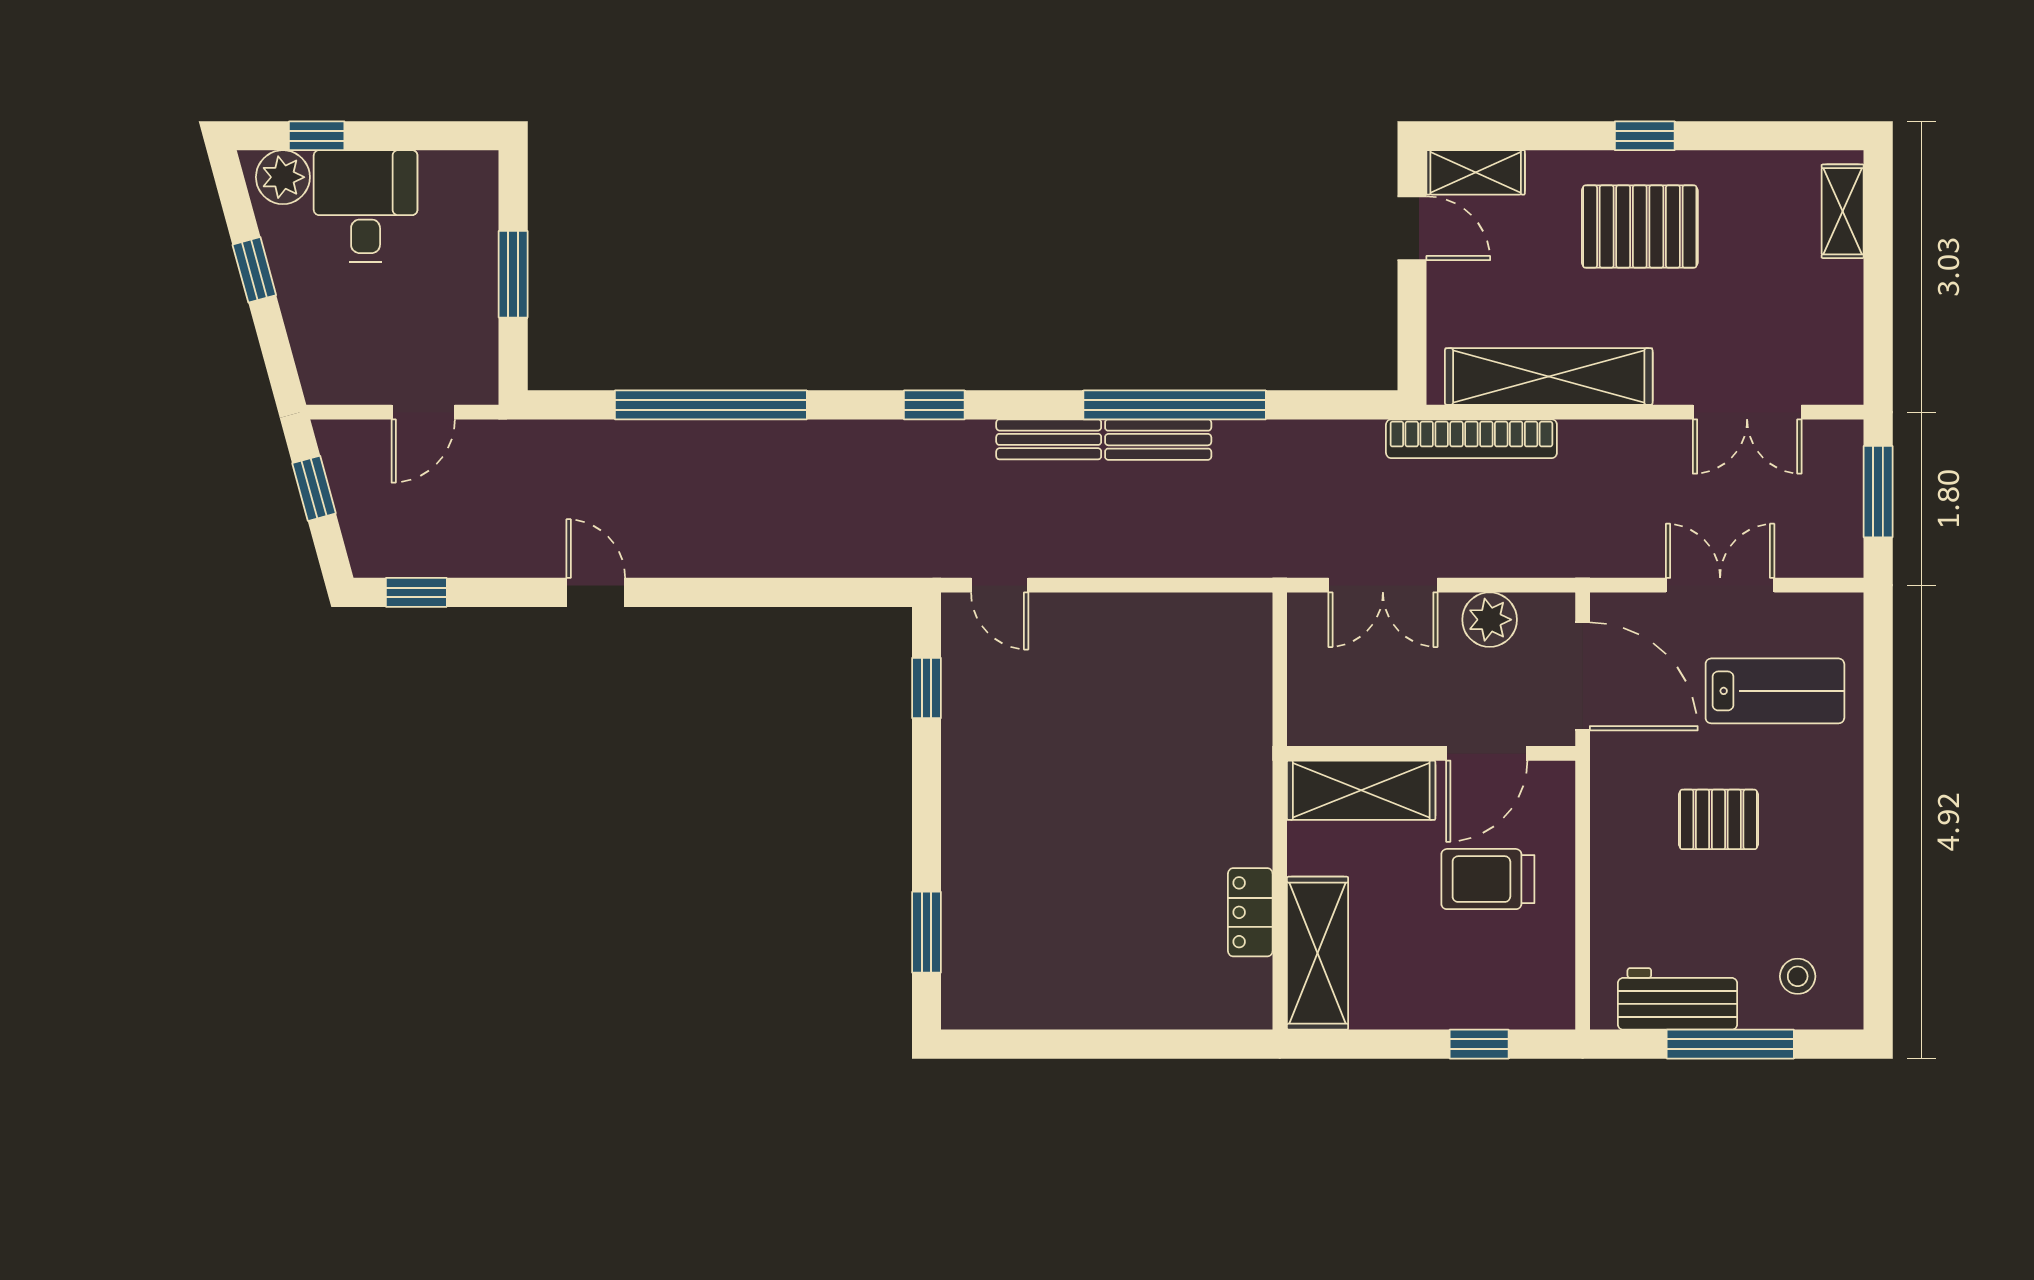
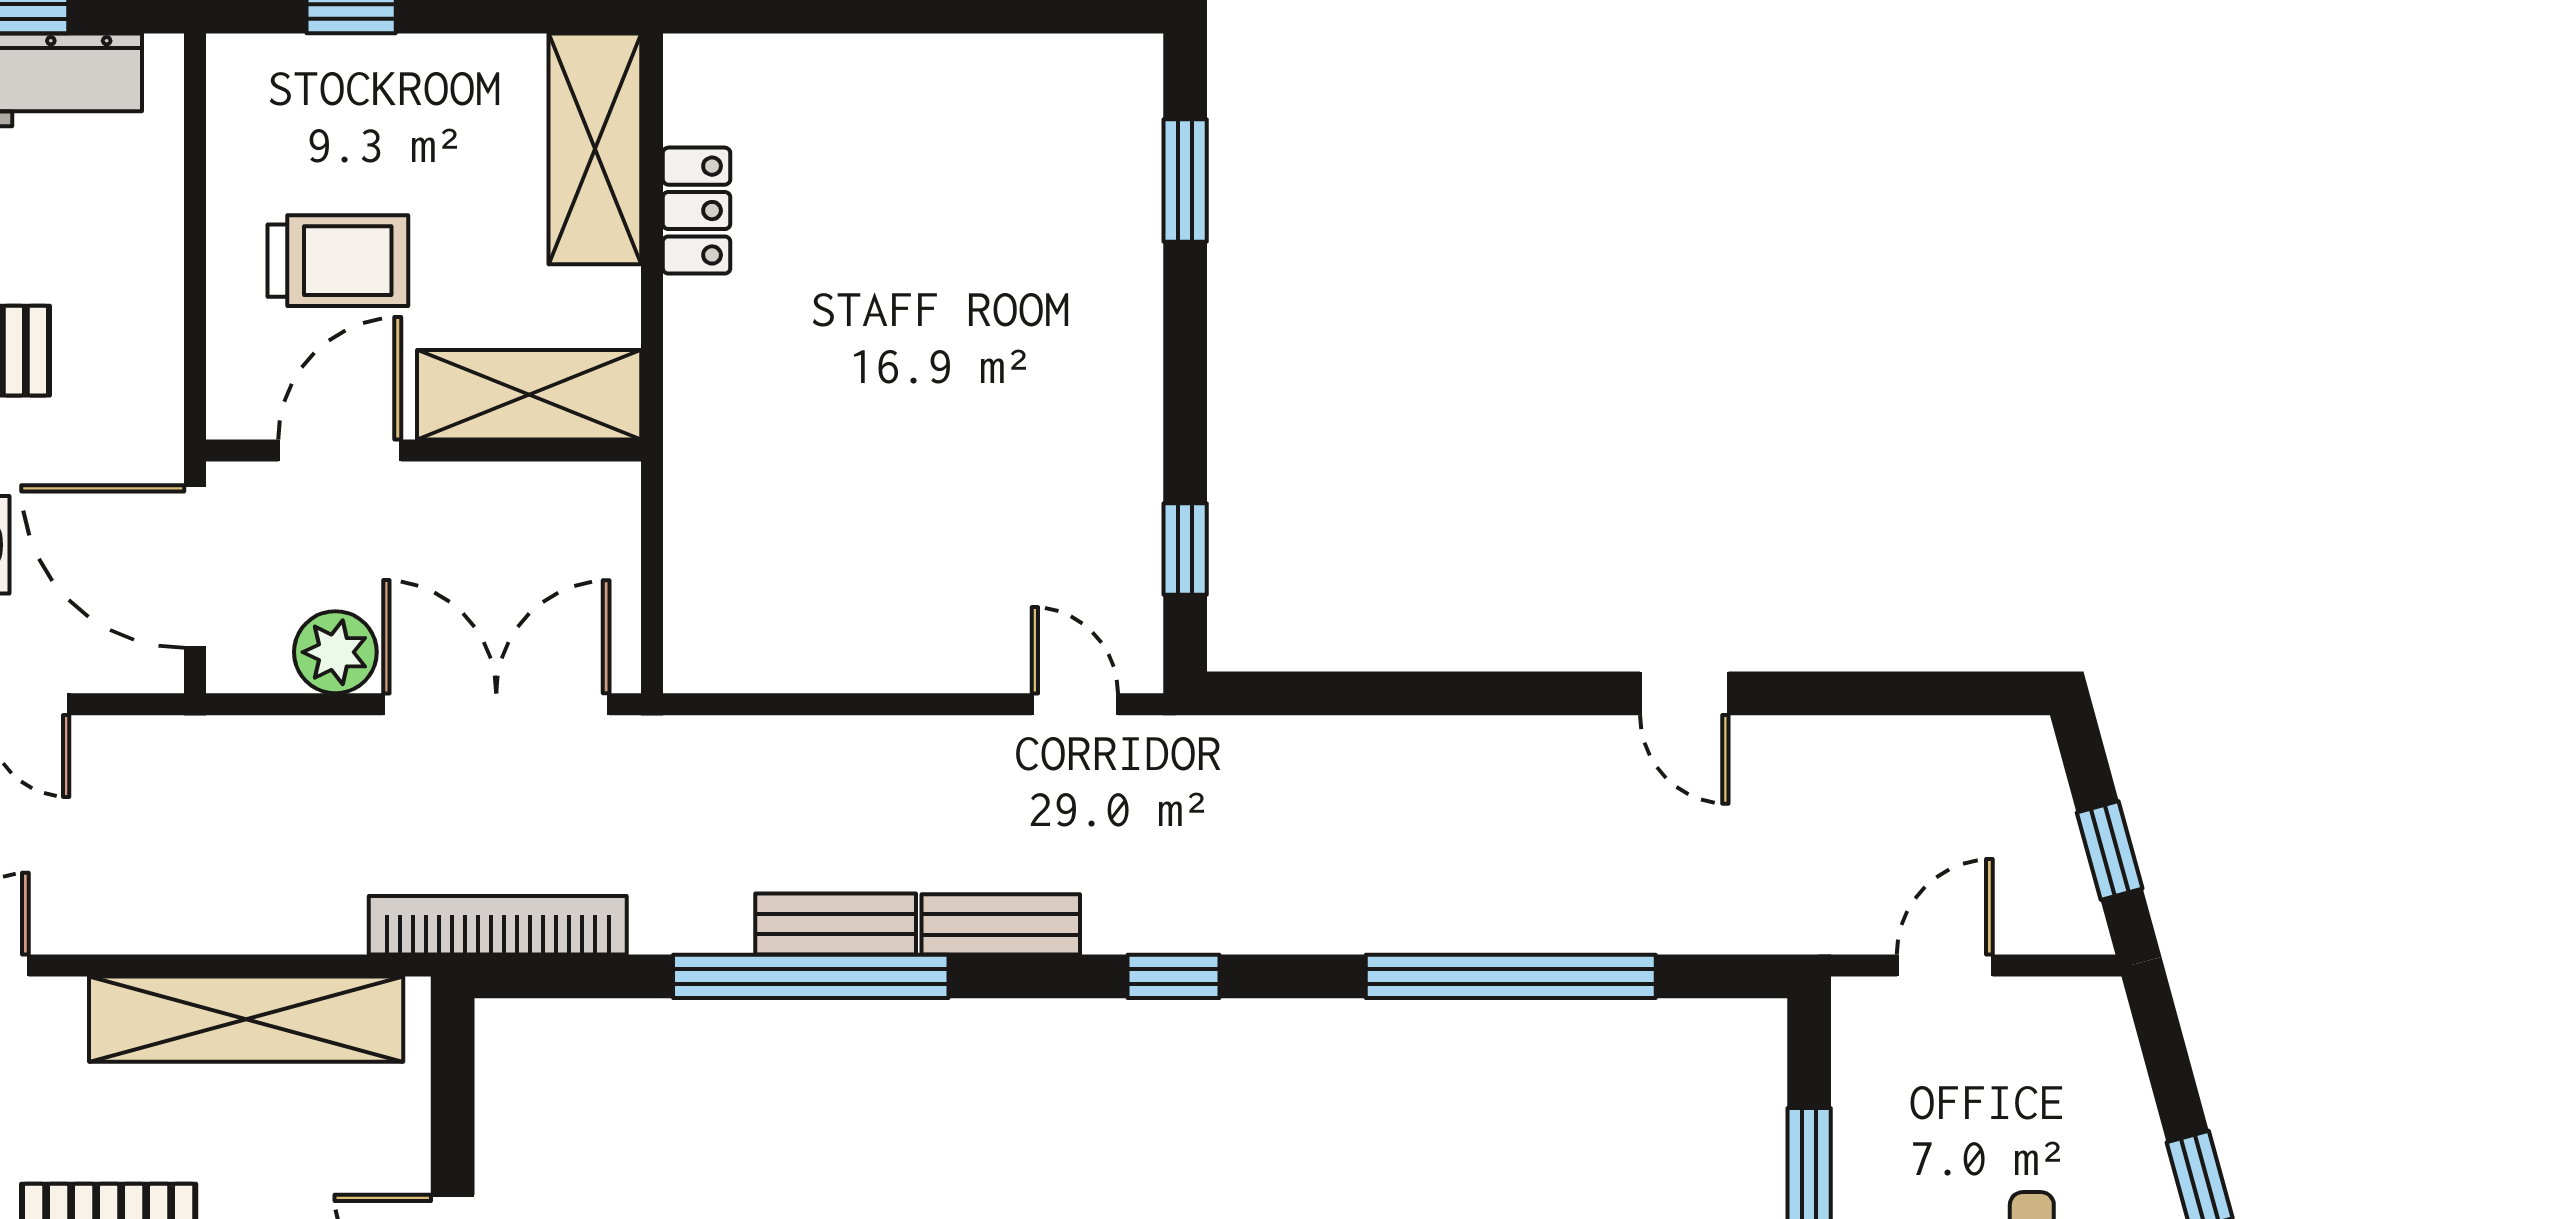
bookcase: (1471, 439) -> (498, 925), moved
double door: (1383, 585) -> (496, 704), width x1.37
window: (416, 592) -> (1955, 693), removed

